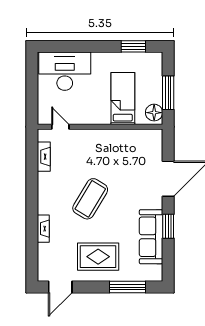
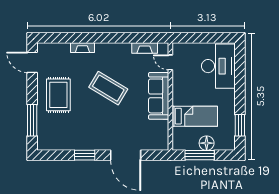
floor lamp: (154, 113) -> (207, 143), moved
door: (60, 127) -> (170, 62), swing flipped
sofa: (151, 237) -> (159, 96), moved, turned -90

